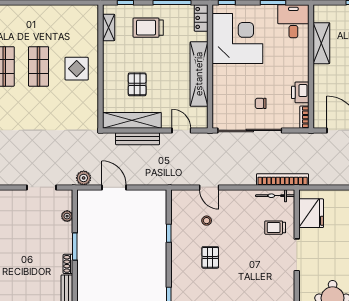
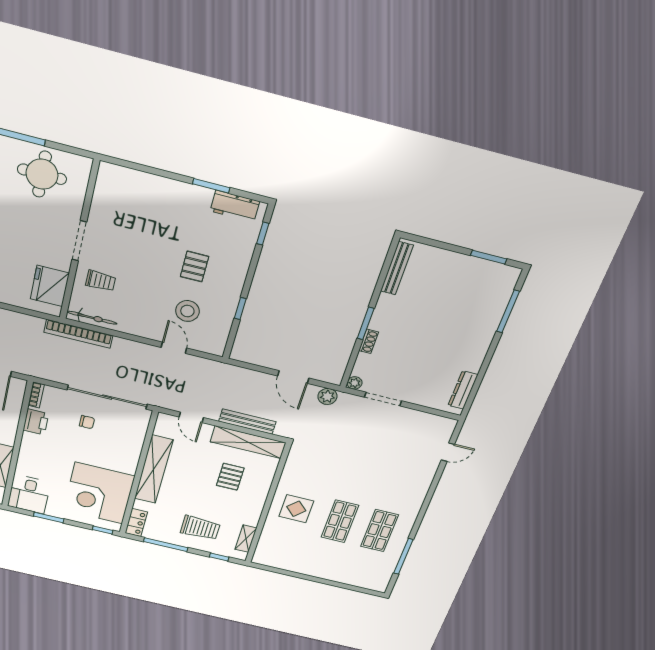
plant: (67, 216) -> (355, 383), moved
stool: (207, 221) -> (187, 311), width x1.89, depth x1.89
shoe rack: (68, 264) -> (369, 341), moved

